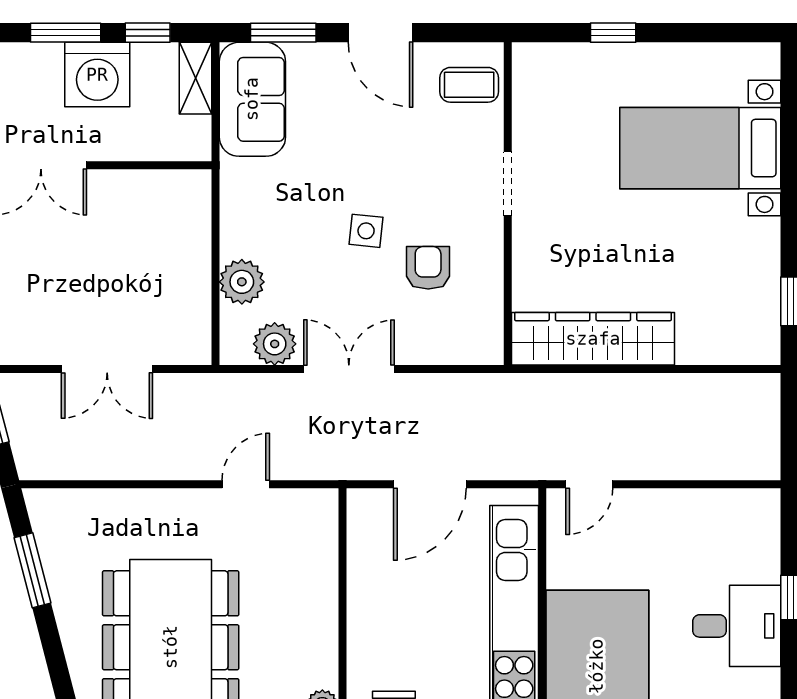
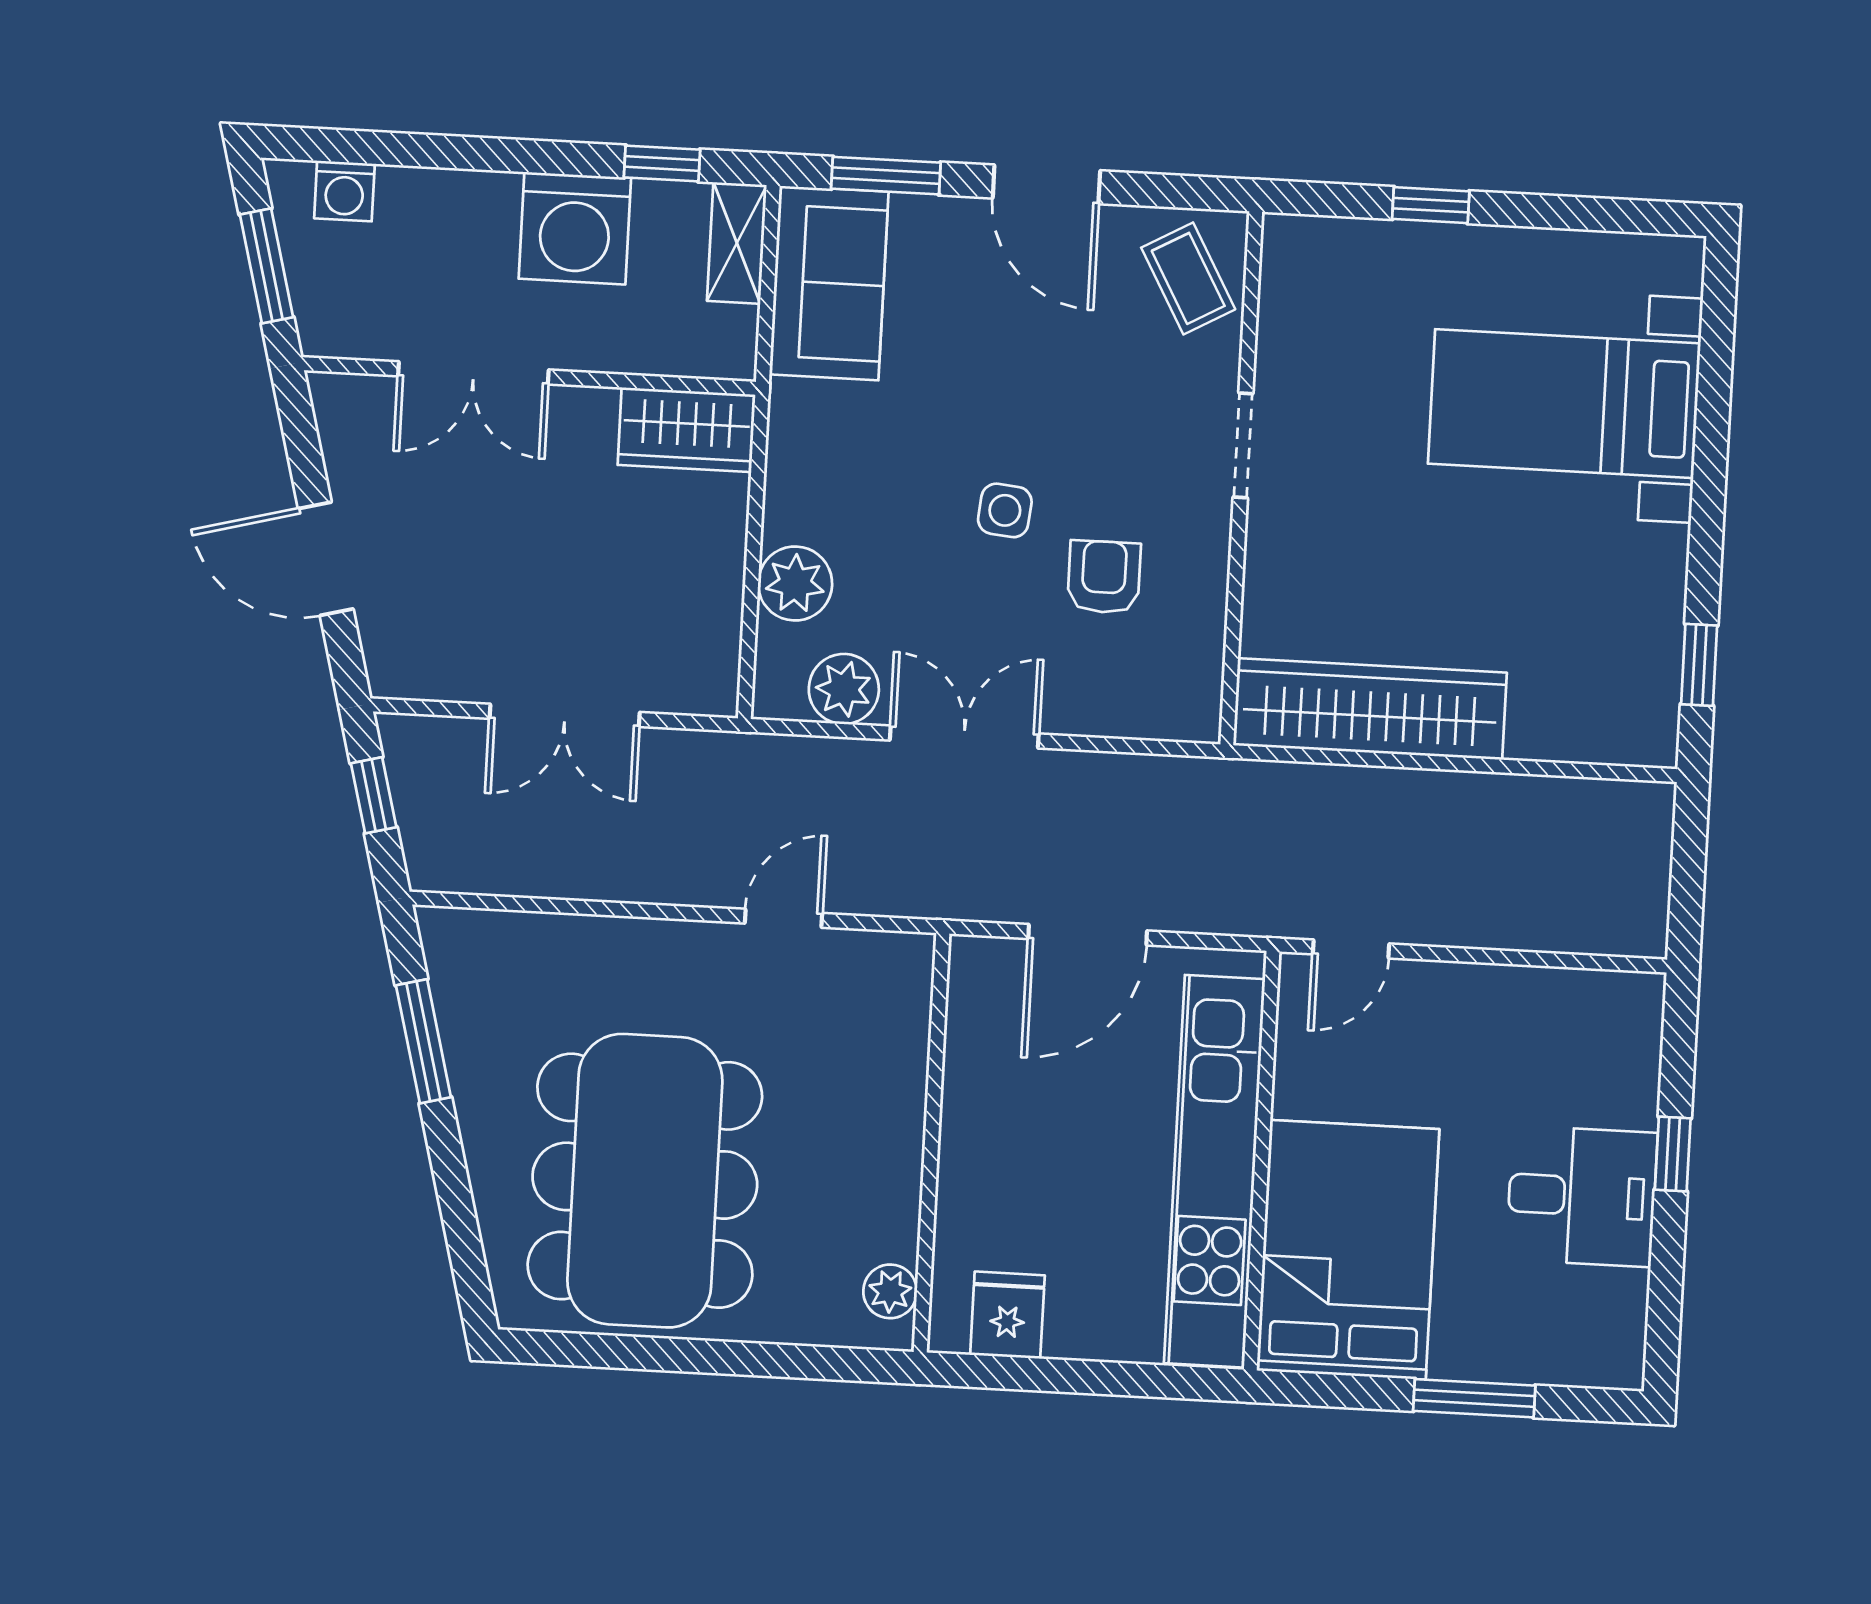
window: (66, 33) -> (526, 156), removed
coffee table: (469, 85) -> (1188, 278), turned 61
wardrobe: (171, 193) -> (687, 430), added

